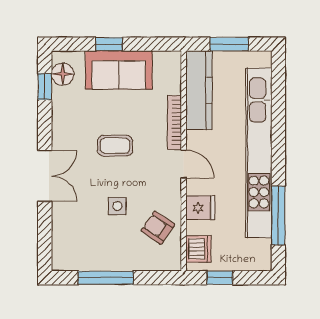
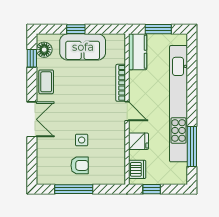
kitchen counter: (199, 90) -> (138, 52), width x0.67
coffee table: (115, 146) -> (46, 82), moved, turned 90
armchair: (158, 228) -> (80, 165), moved, turned 146

